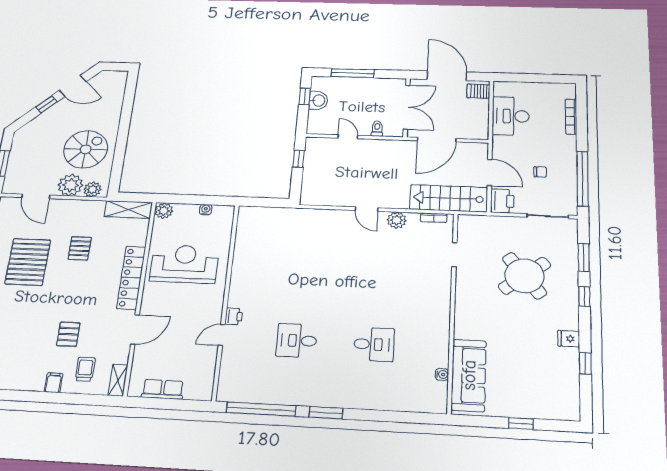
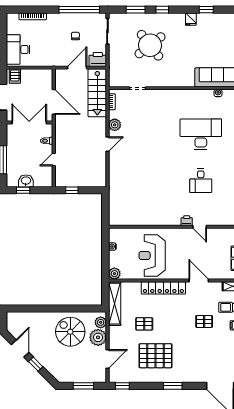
desk: (511, 116) -> (18, 50), moved, turned 90
shelving: (128, 209) -> (115, 304), width x1.47
desk: (374, 344) -> (201, 134), width x1.87, depth x1.30

